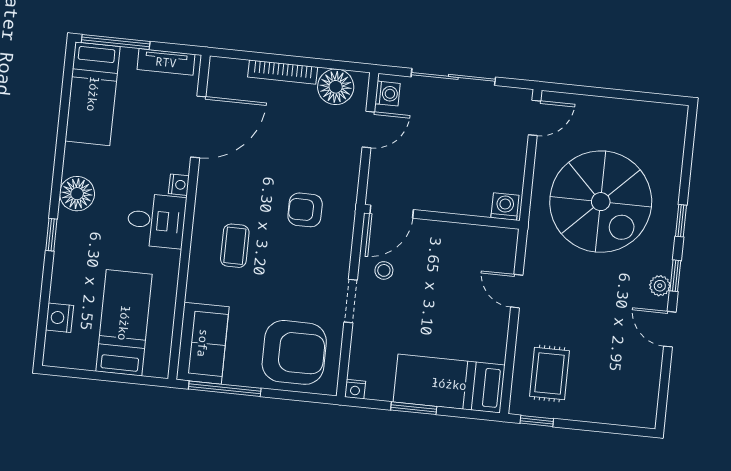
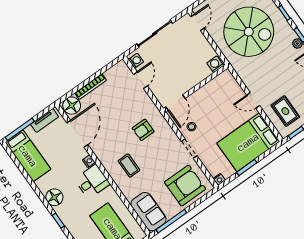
floor lamp: (336, 87) -> (72, 106), moved
door: (517, 291) -> (253, 100), moved
bed: (449, 384) -> (248, 142), width x1.50

